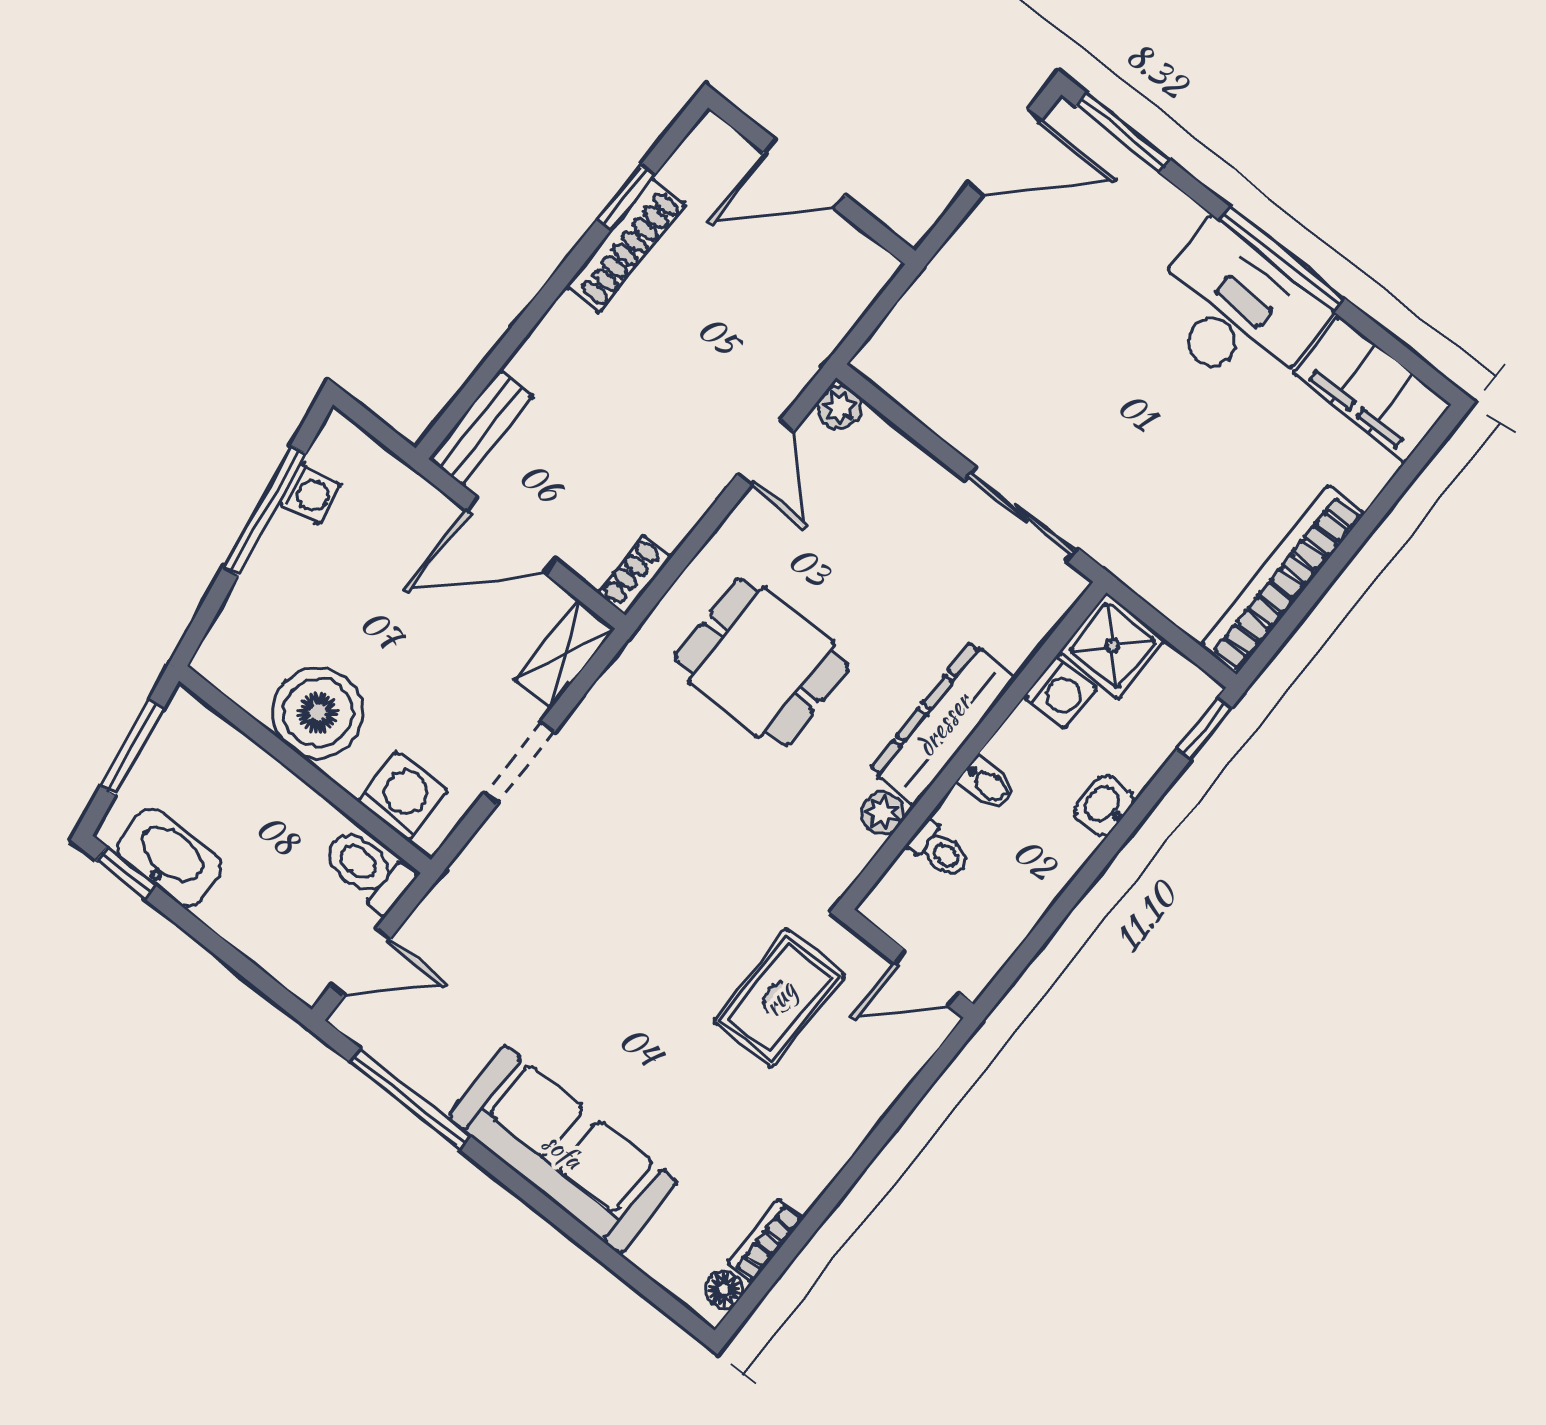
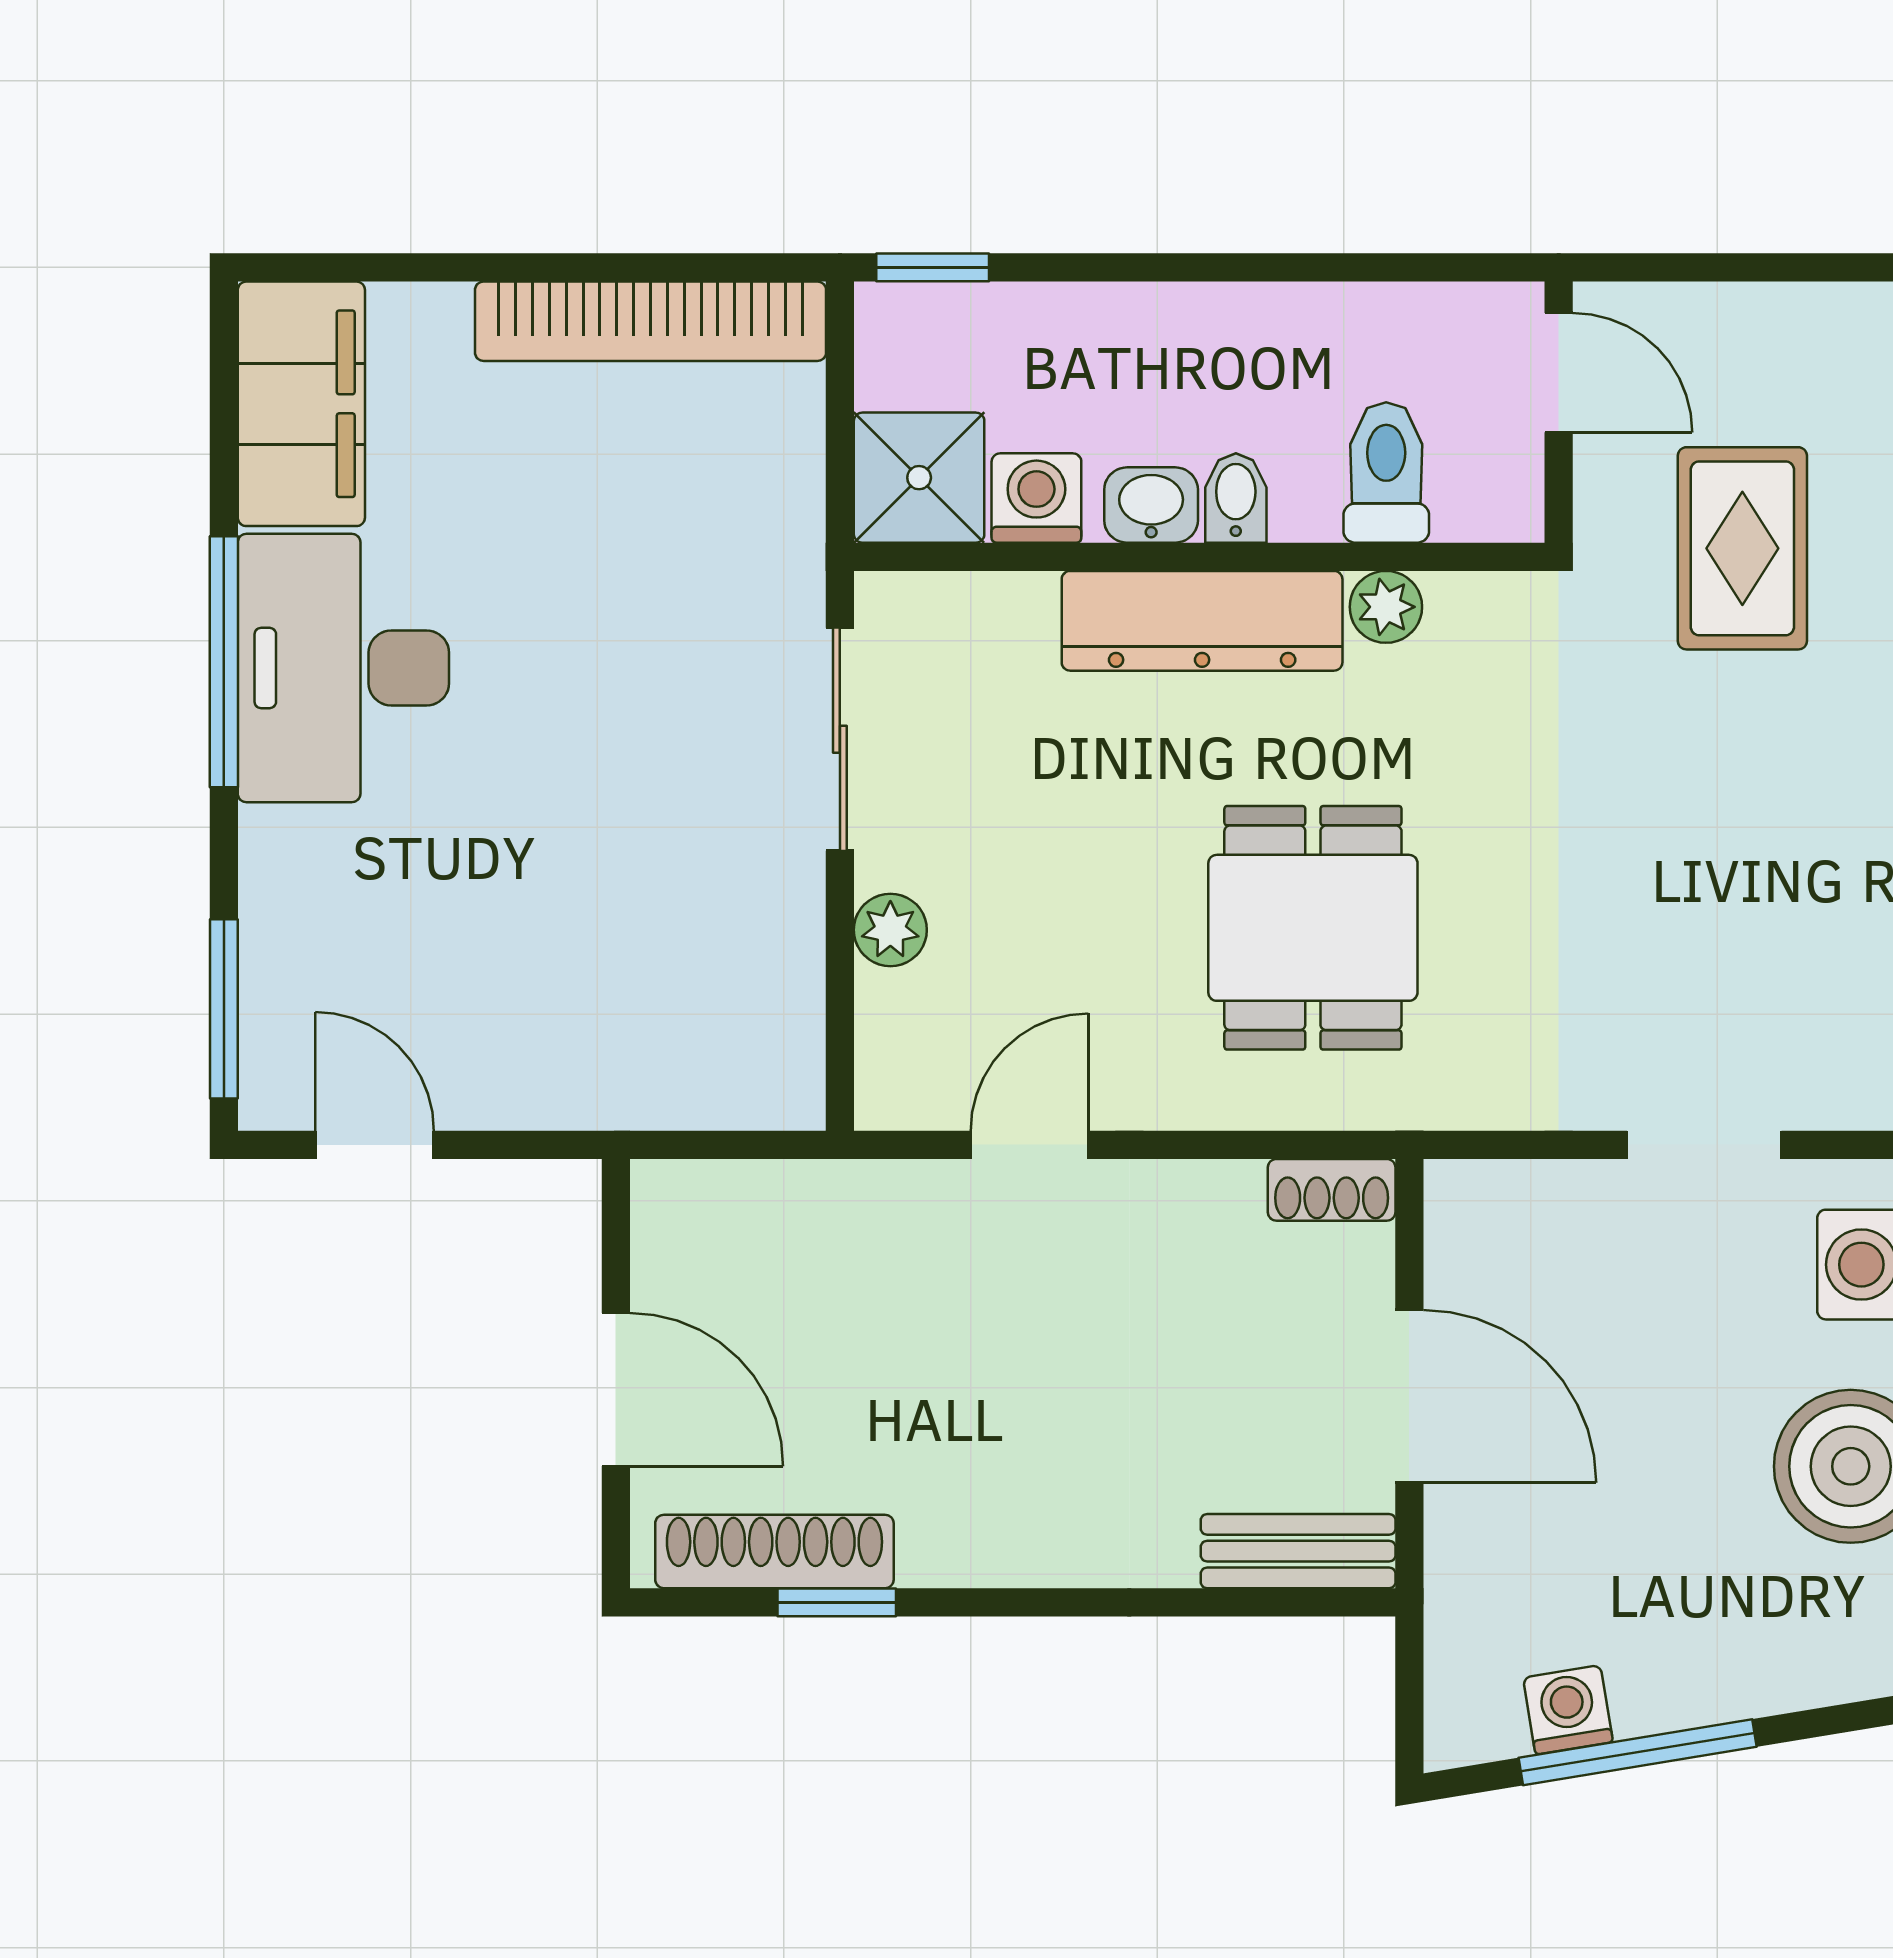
door: (1005, 152) -> (375, 1145), width x0.73
shoe rack: (626, 245) -> (774, 1551), moved
plant: (840, 407) -> (890, 930), moved
shelving: (565, 654) -> (1511, 1198), removed
washbasin: (1104, 806) -> (1151, 505), moved, turned 180
toilet: (939, 850) -> (1386, 472), width x1.37, depth x1.39
rug: (779, 998) -> (1742, 548), turned 90

